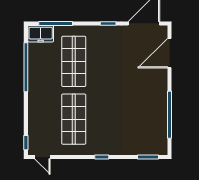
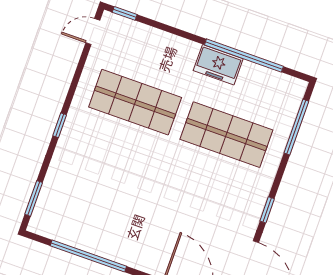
freezer: (41, 34) -> (218, 65), moved, turned -90

